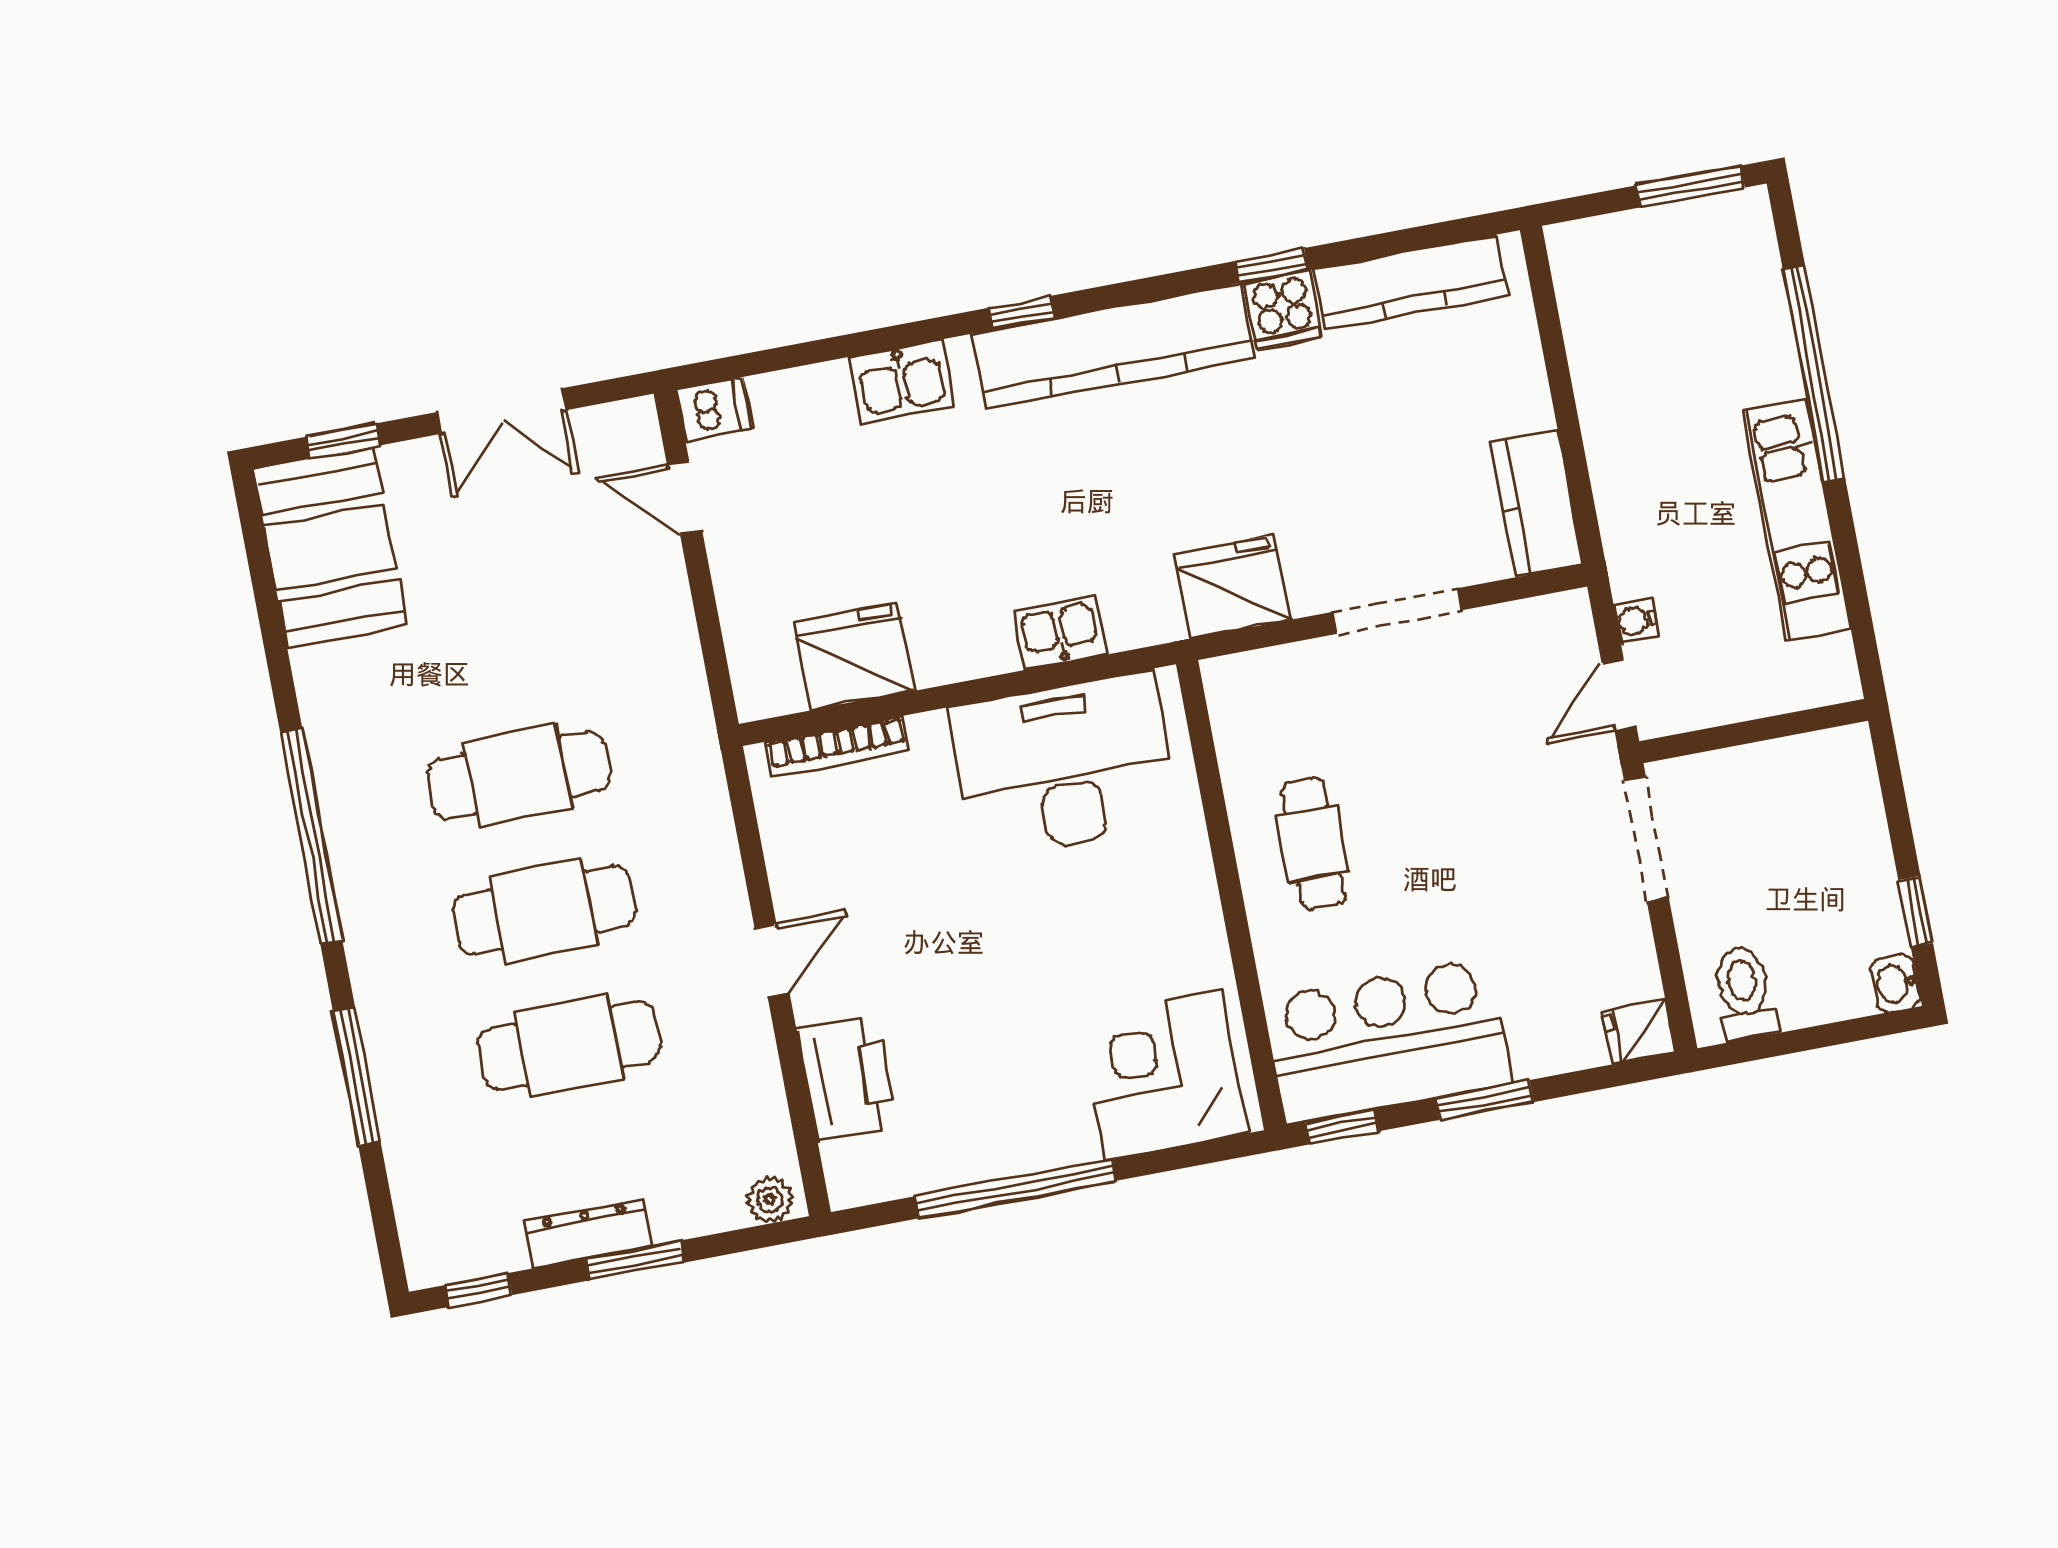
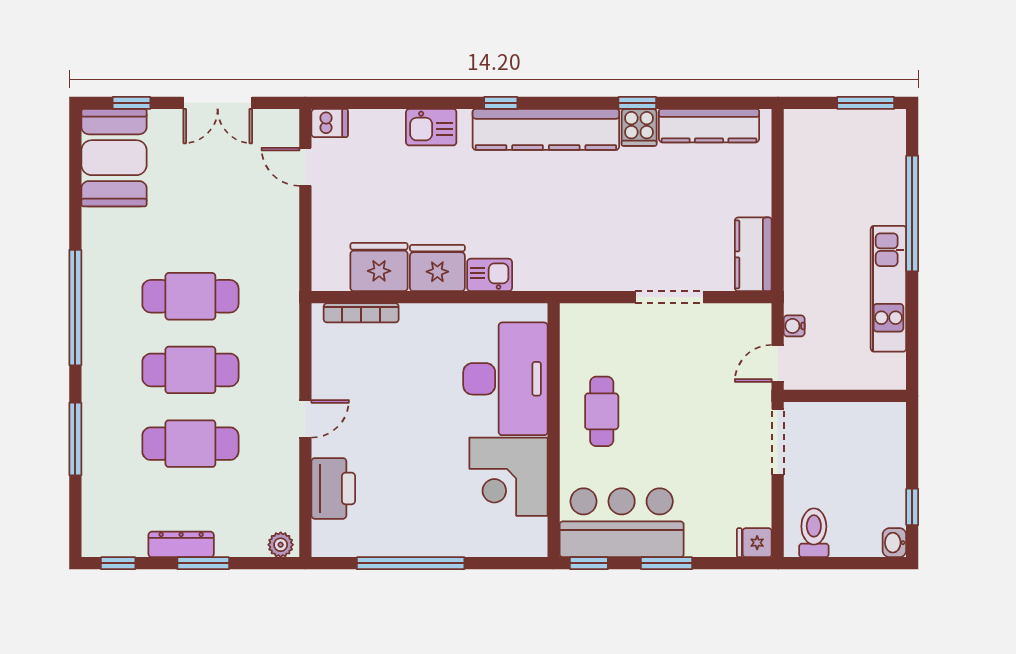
fridge: (1233, 587) -> (437, 268), moved
desk: (1065, 765) -> (505, 379), moved, turned 90
corner desk: (1163, 1075) -> (508, 477), moved, turned -90

